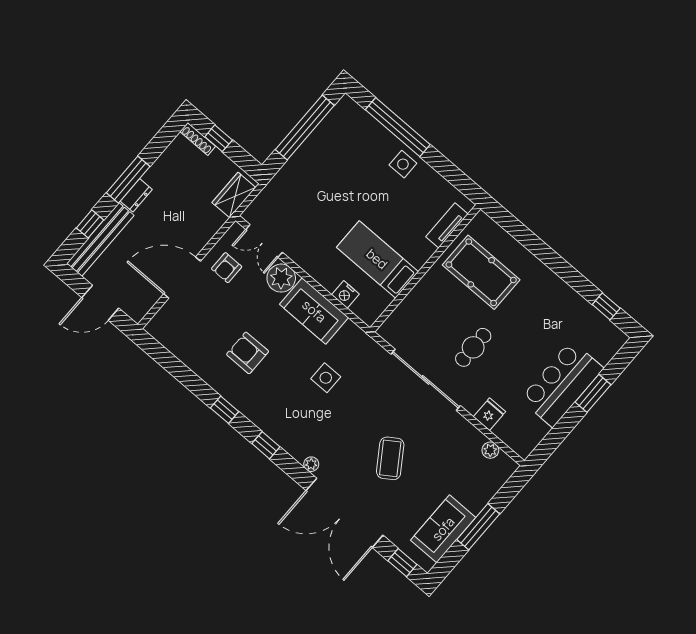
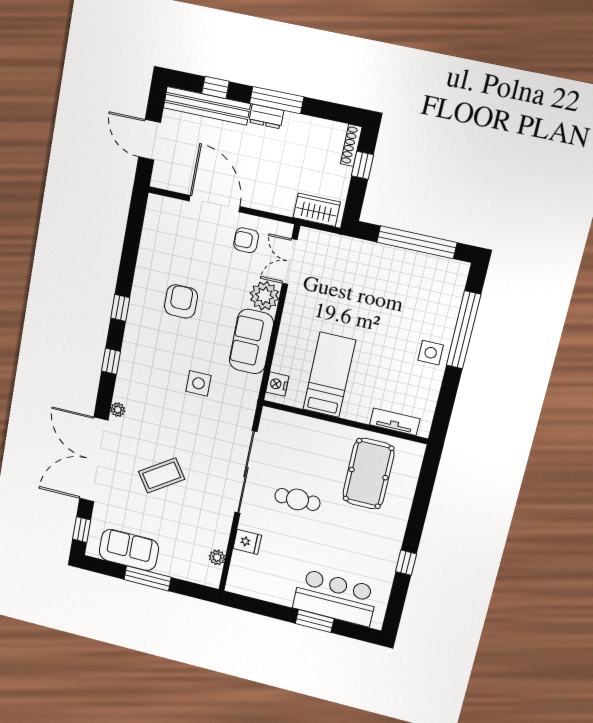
nightstand: (345, 294) -> (277, 384), moved
window: (606, 306) -> (406, 563), moved
bar counter: (562, 384) -> (335, 598), moved

